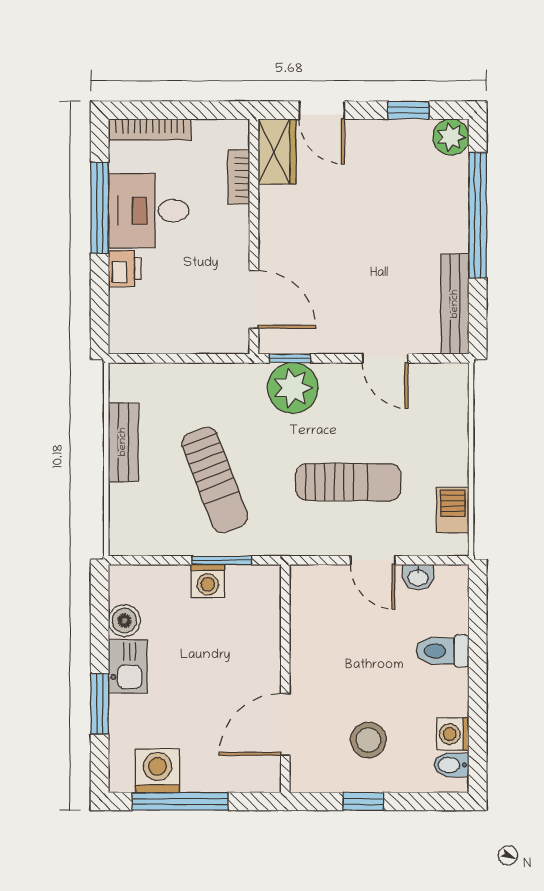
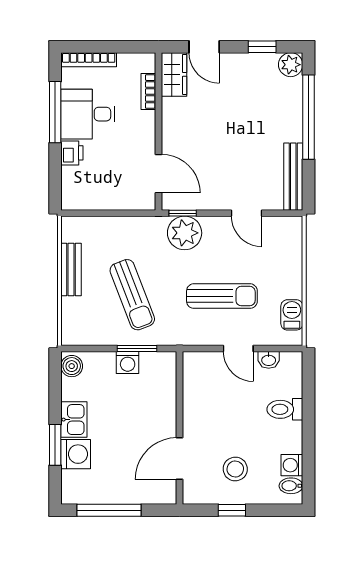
boiler: (124, 621) -> (72, 366), moved
washing machine: (157, 771) -> (76, 454), moved, turned 90

